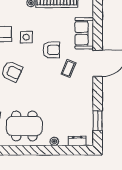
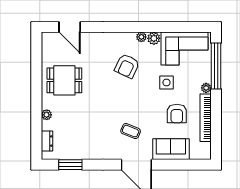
armchair: (51, 50) -> (177, 114), moved
dining table: (24, 126) -> (64, 80), width x0.73

